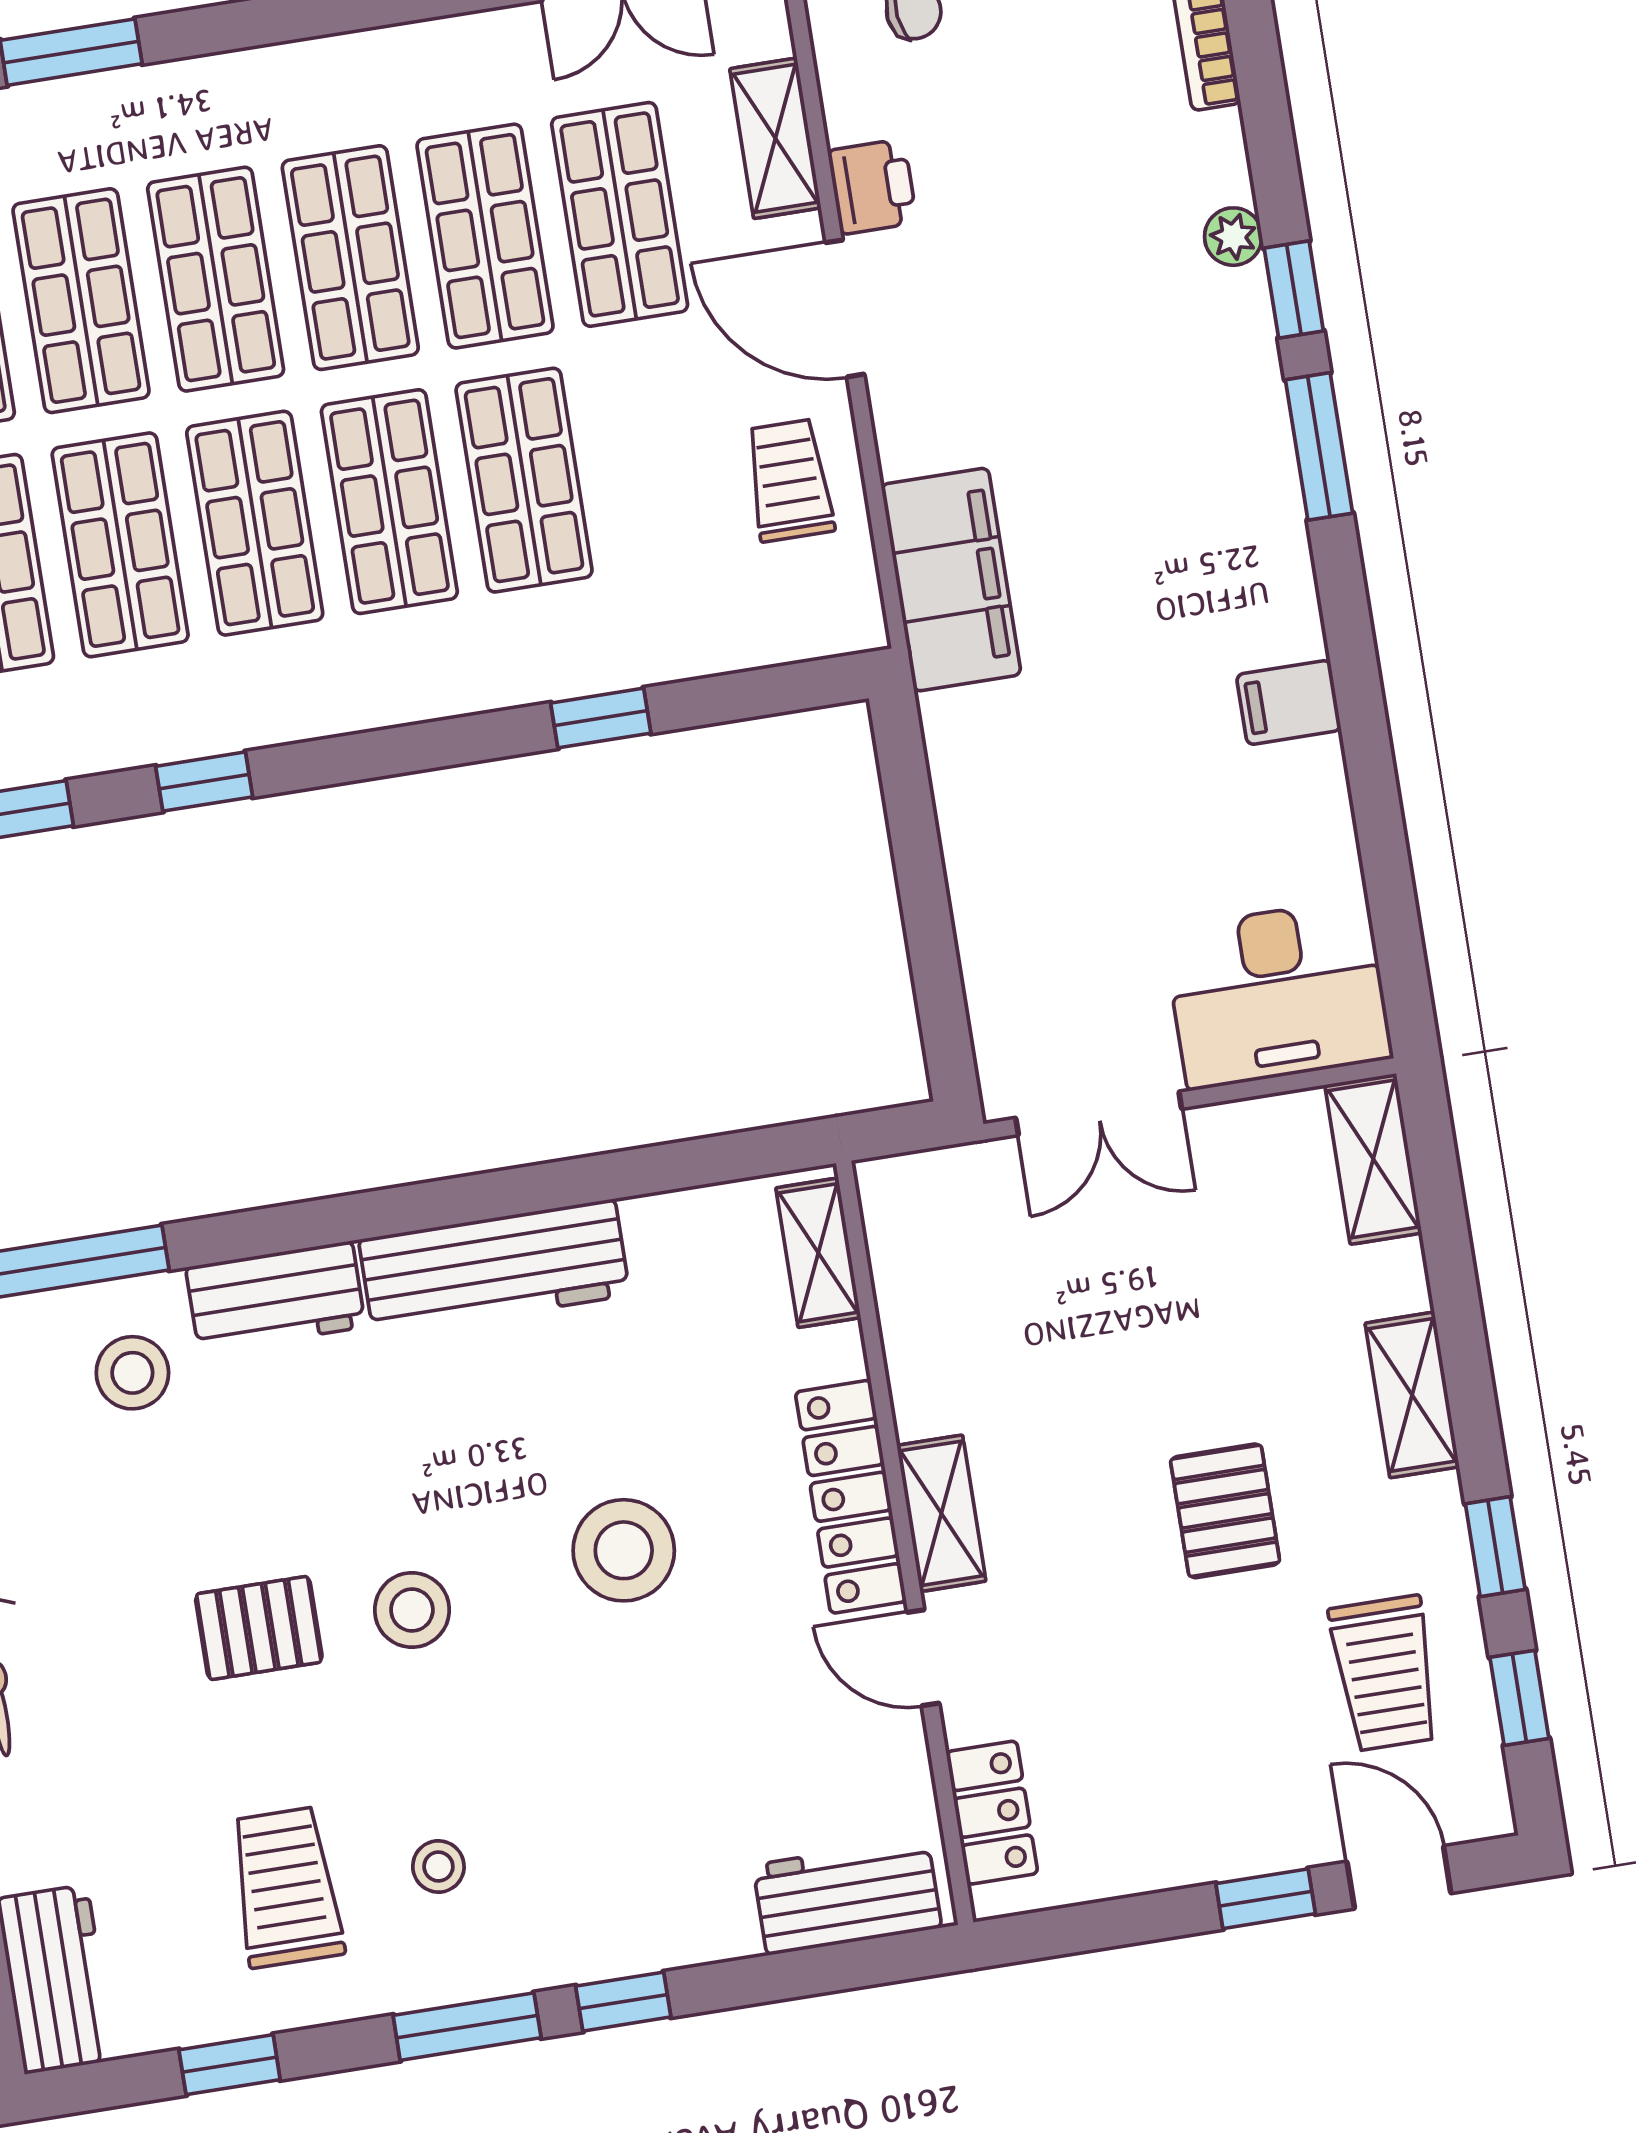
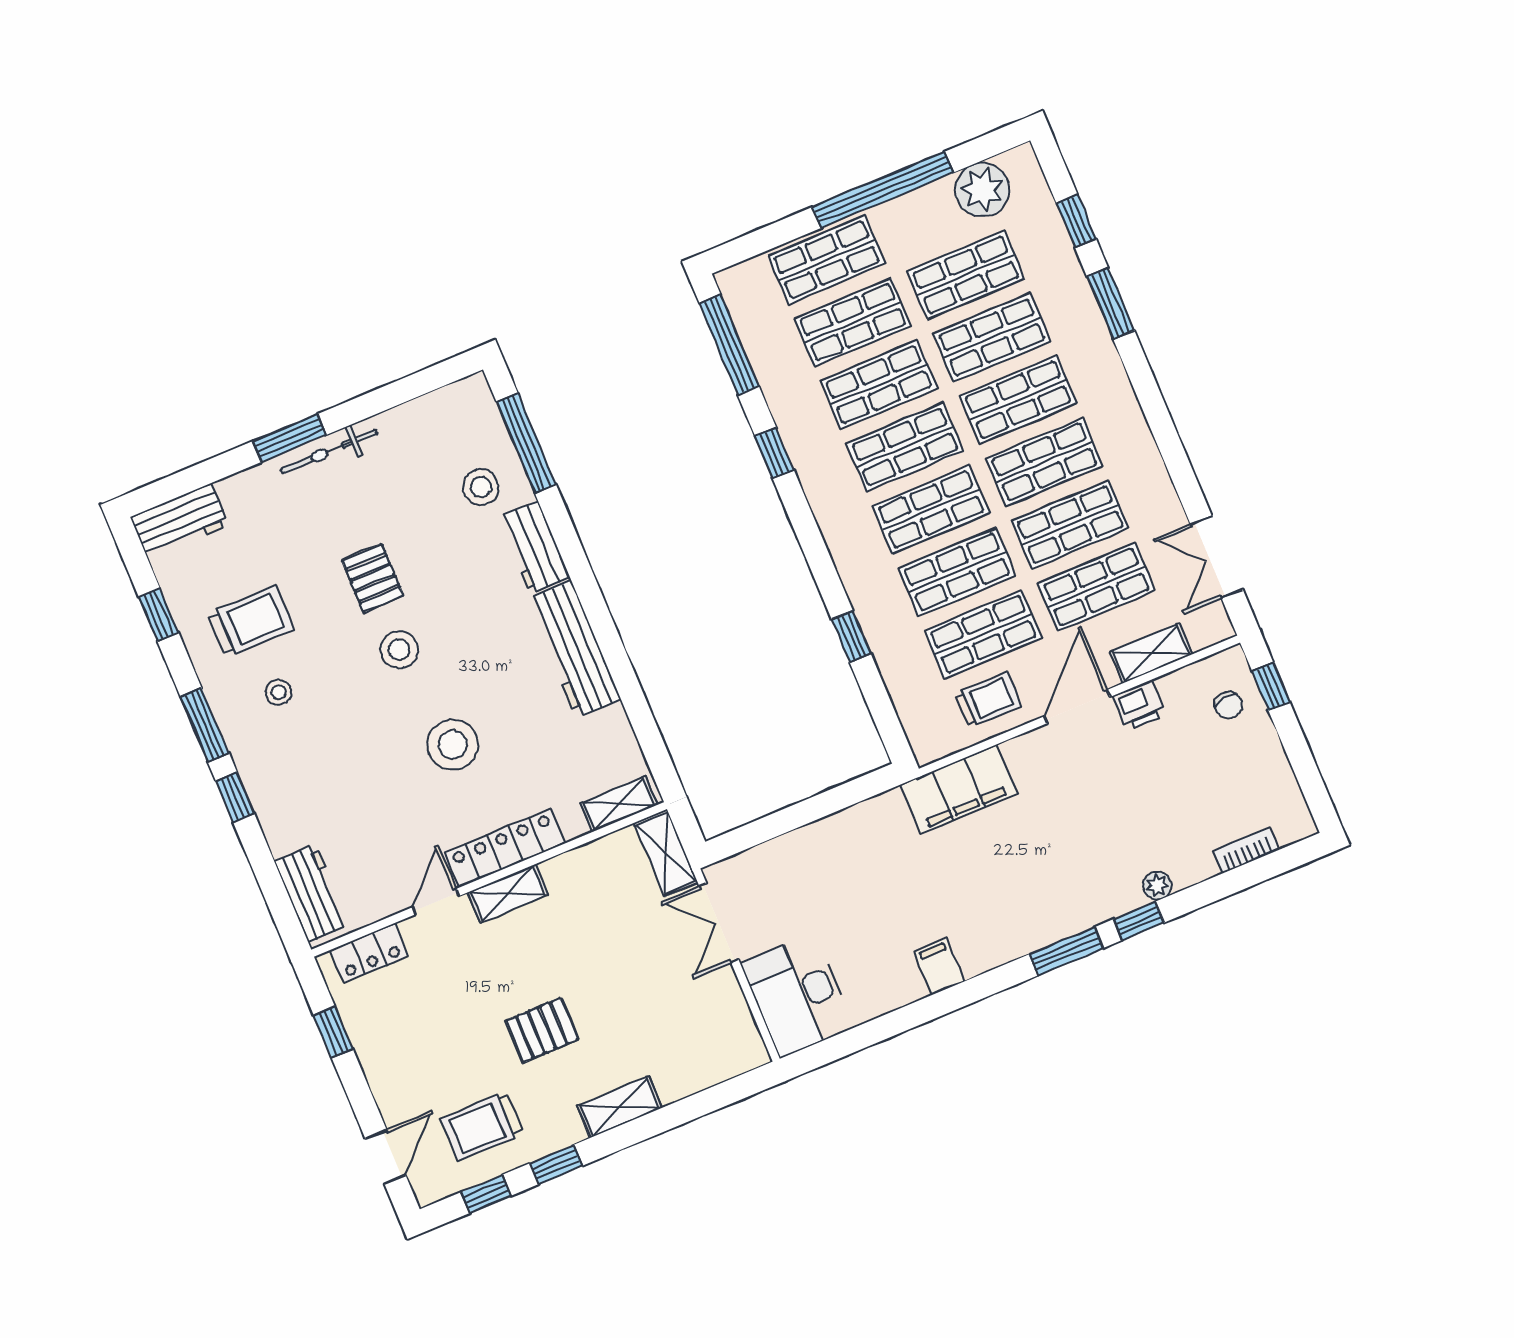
shop shelf: (659, 459) -> (983, 634), added
shelving: (1373, 1159) -> (666, 853), moved, turned 90
window: (1266, 1899) -> (333, 1032), moved

